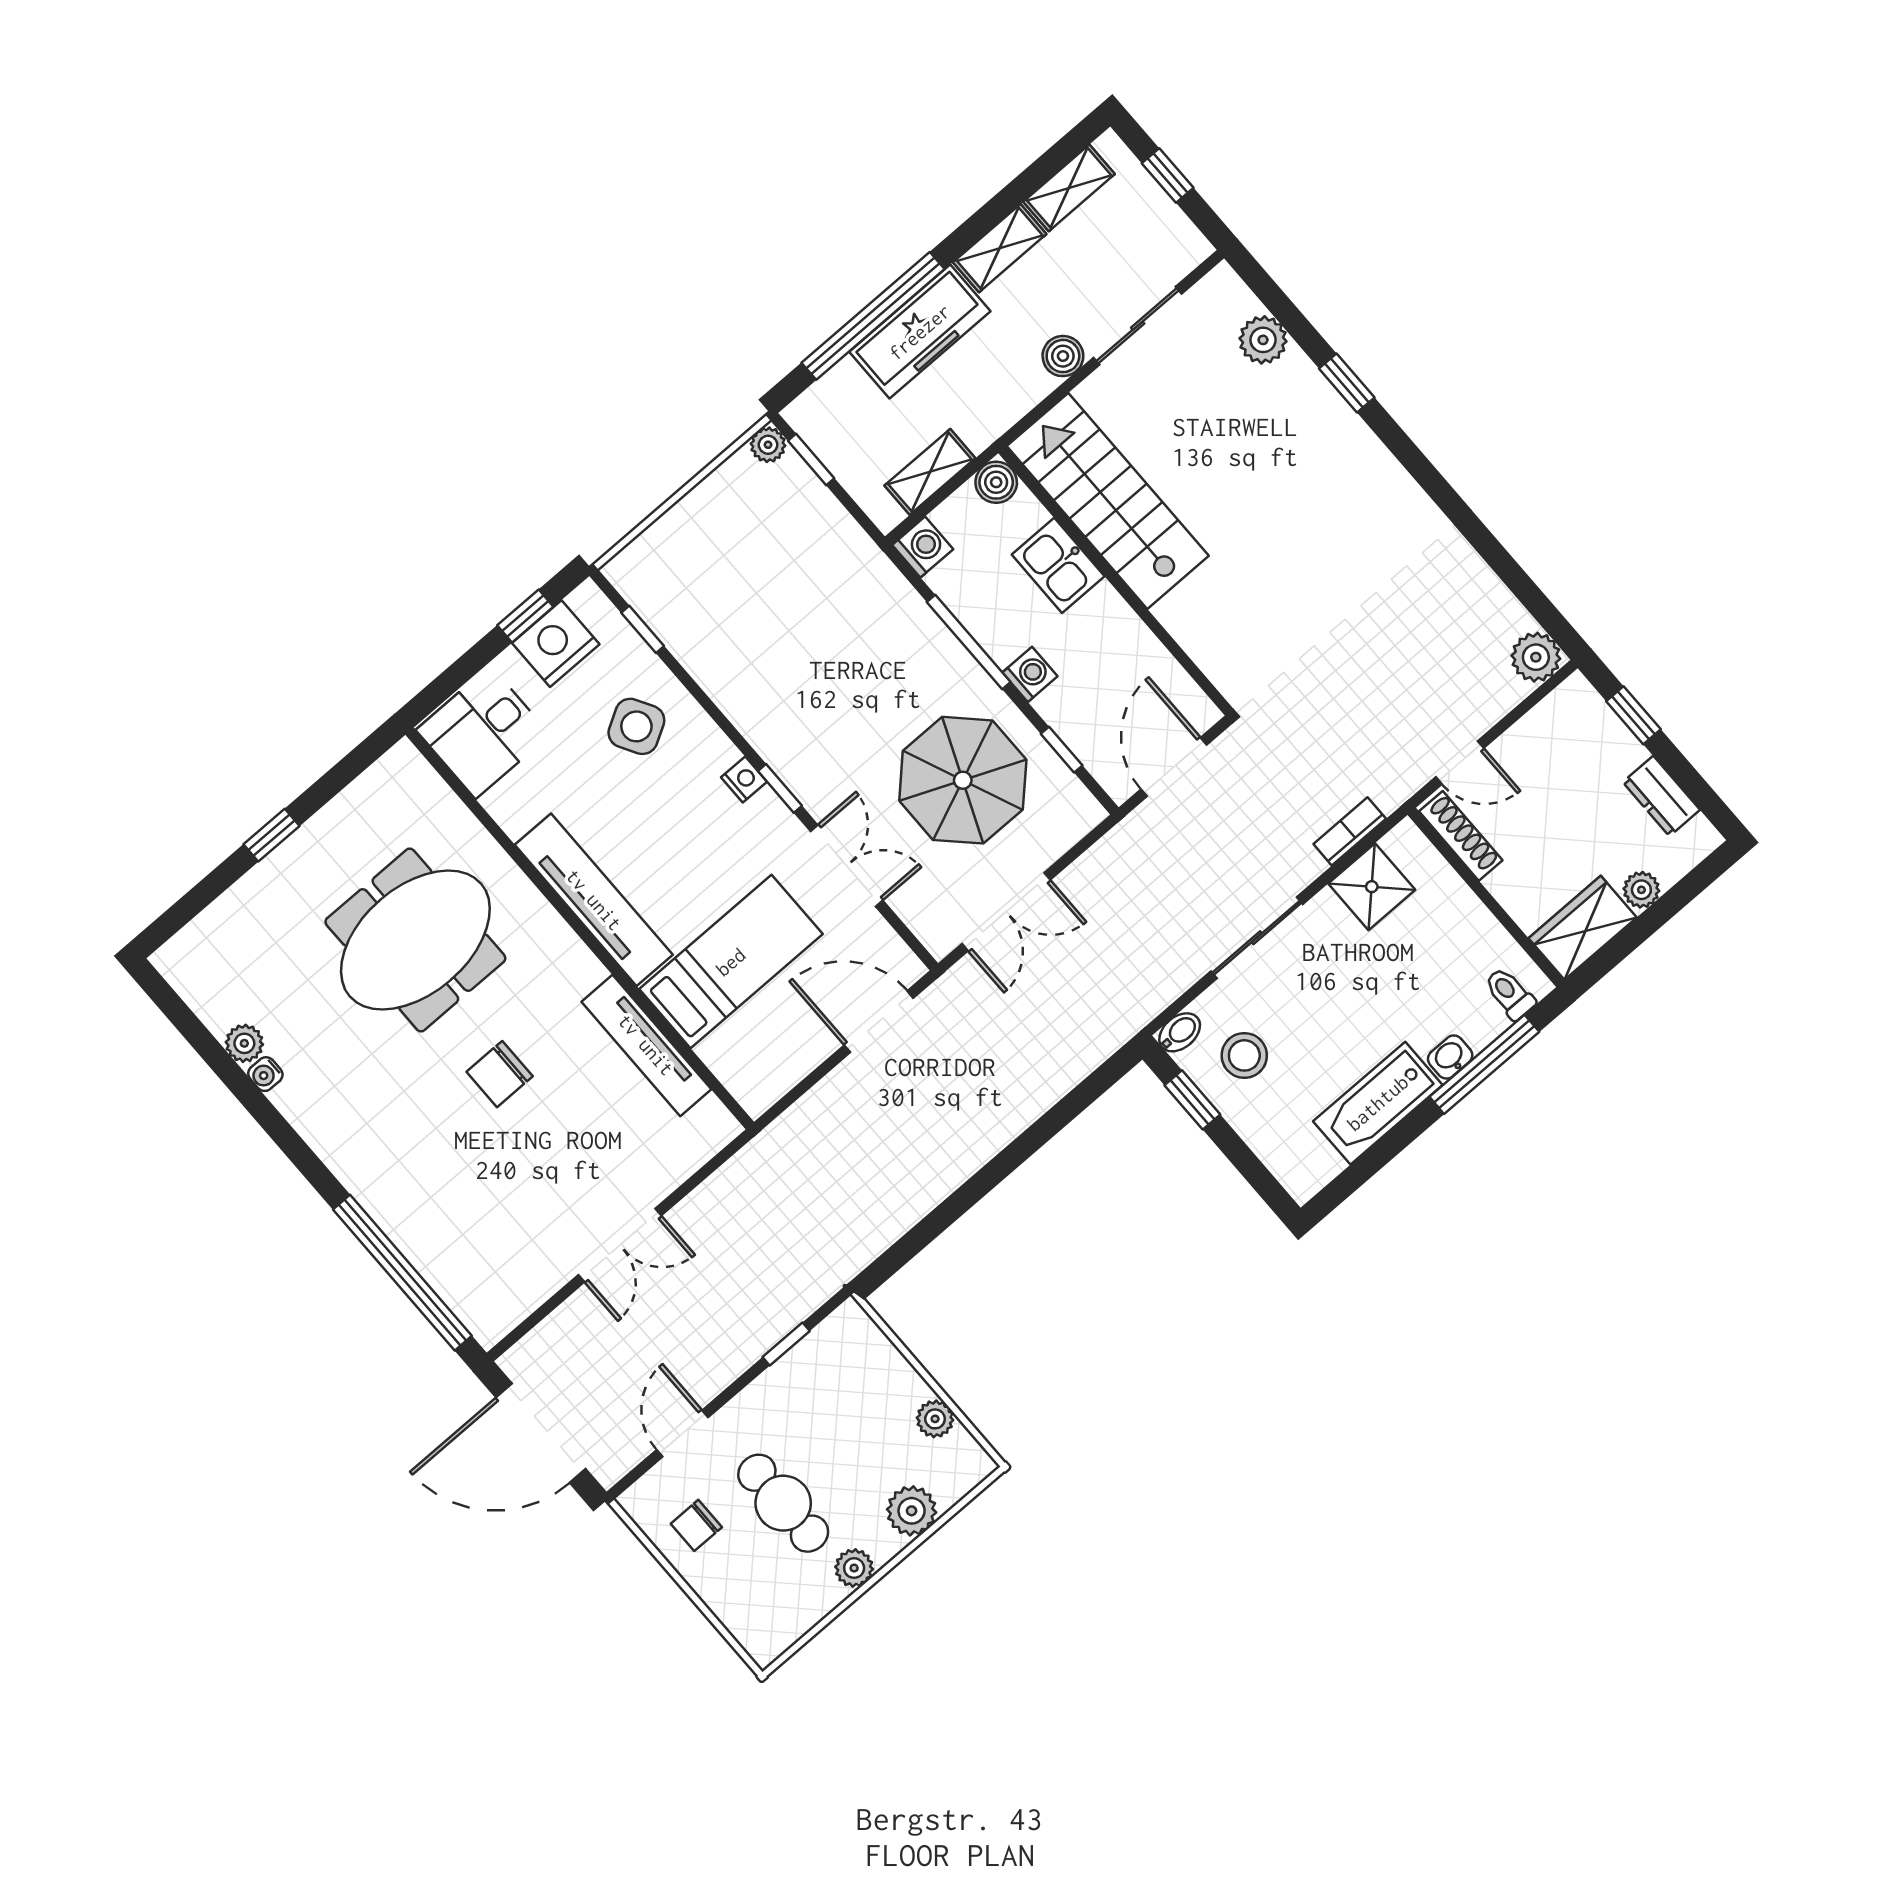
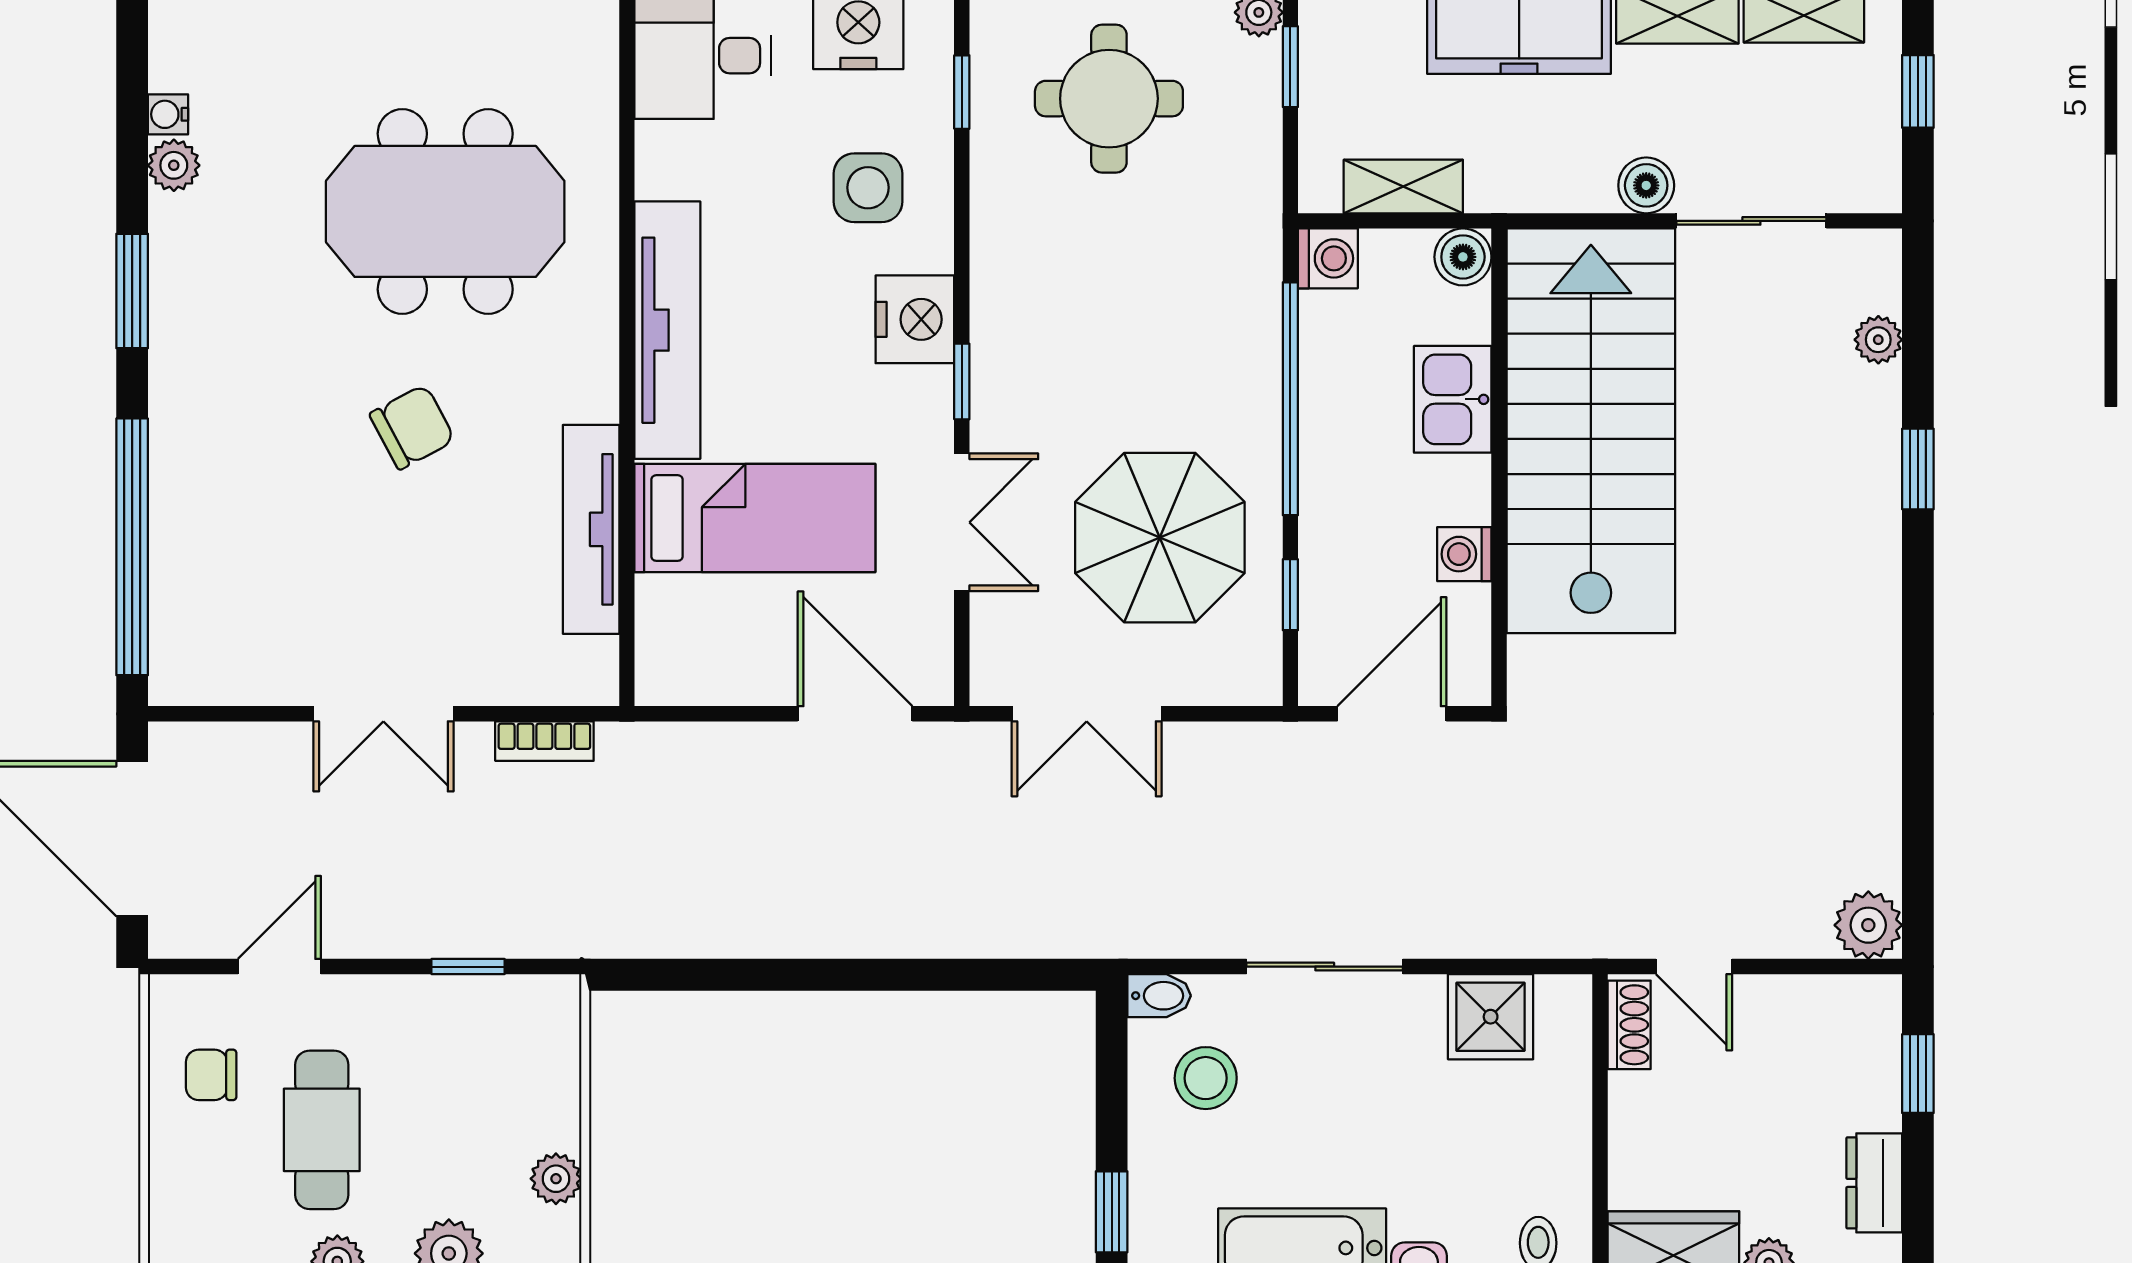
plant: (1263, 340) -> (1878, 340), width x0.73, depth x0.73
stairs: (1108, 501) -> (1591, 431), width x1.36, depth x1.51
round table: (727, 563) -> (1109, 99), added
window: (969, 642) -> (1290, 399), width x1.46
washing machine: (1030, 674) -> (1464, 554), moved, turned 180
side table: (636, 726) -> (868, 188), turned 30
nightstand: (744, 780) -> (915, 319), width x1.89, depth x1.79
bookcase: (1350, 831) -> (544, 741), moved, turned 180
shoe rack: (1461, 836) -> (1629, 1025), width x0.70
water cooler: (265, 1074) -> (168, 114), moved
chair: (500, 1074) -> (412, 427), turned 152
window: (1192, 1100) -> (1112, 1212), moved
window: (281, 1132) -> (132, 291), added

